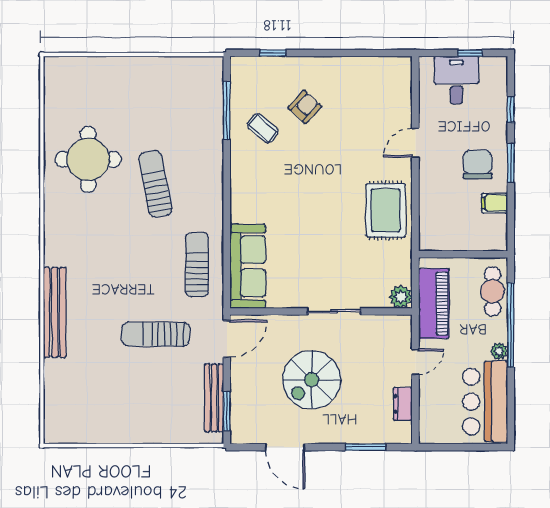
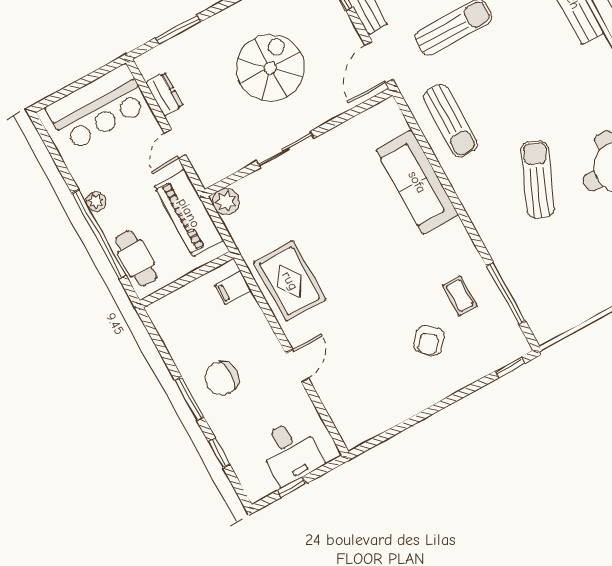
window: (273, 53) -> (510, 367), moved
coffee table: (263, 128) -> (460, 296), turned 51
chair: (478, 165) -> (222, 378), turned 90
sun lounger: (155, 184) -> (538, 179), turned -146
filing cabinet: (495, 203) -> (233, 288), moved, turned 180
sofa: (248, 266) -> (417, 182), moved
bar counter: (485, 402) -> (98, 108), moved, turned 90

